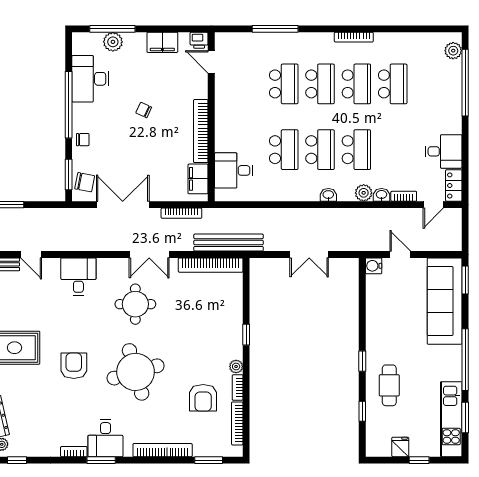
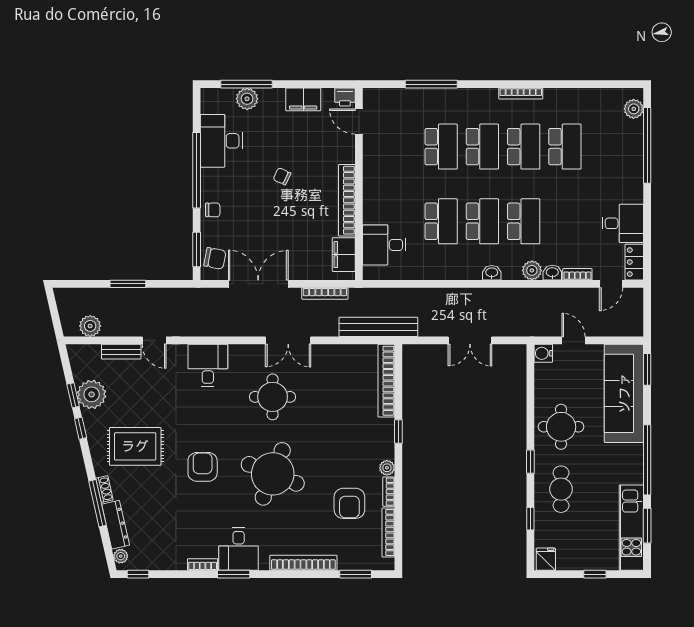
bookcase: (211, 265) -> (386, 381), moved, turned 90
round table: (389, 330) -> (561, 427), added
round table: (136, 372) -> (273, 474), turned 38
fridge: (400, 447) -> (546, 559), moved

